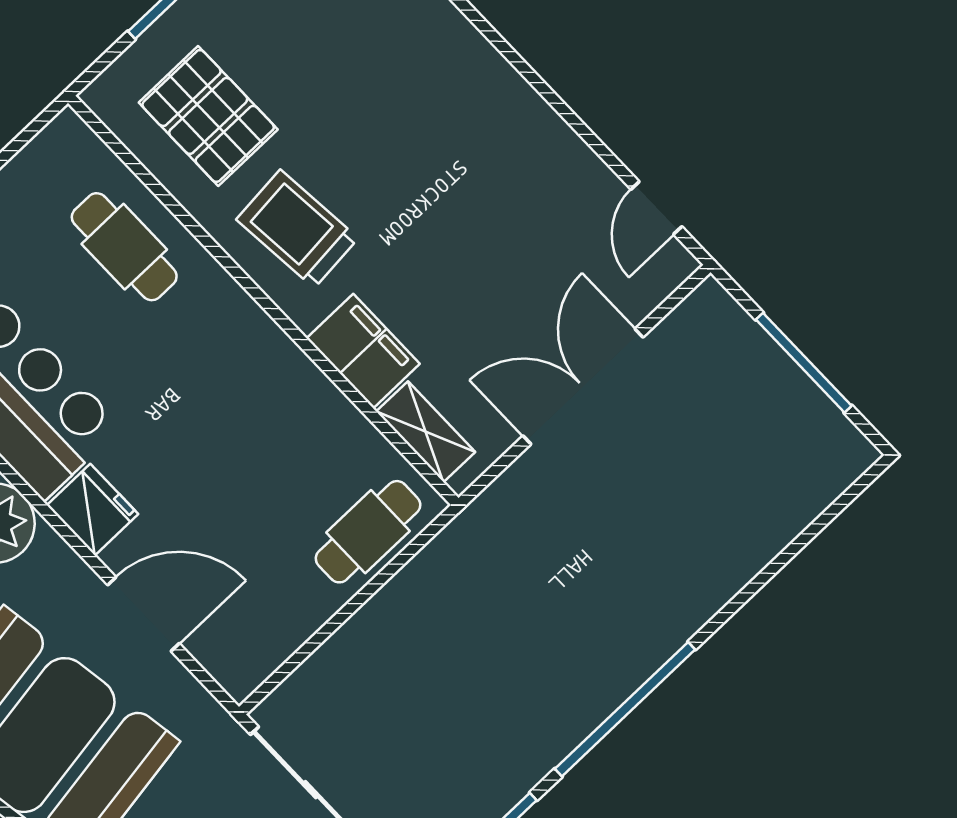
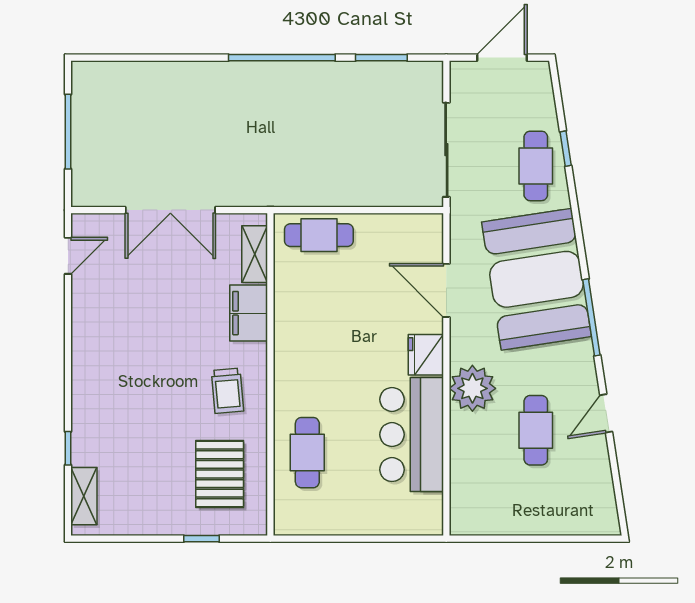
trolley: (297, 229) -> (227, 391), width x0.73, depth x0.72

